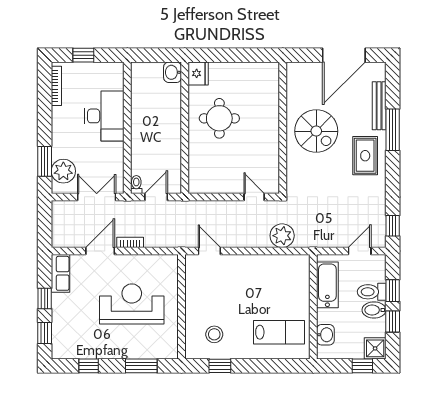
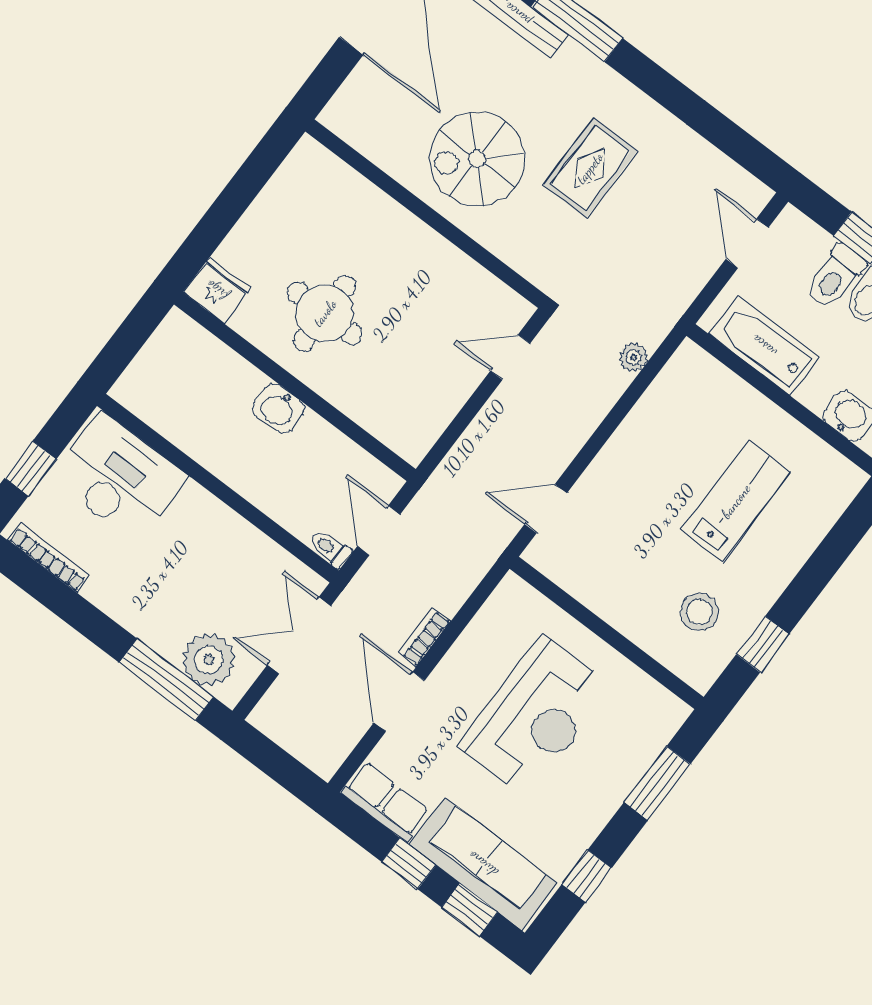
washbasin: (173, 72) -> (279, 408), moved
desk: (104, 116) -> (119, 478), moved
spiral stairs: (316, 131) -> (477, 159), turned 180
rug: (365, 156) -> (590, 168), moved, turned 90
window: (45, 161) -> (166, 680), width x1.44
window: (393, 226) -> (747, 151), removed
plant: (282, 236) -> (633, 357), width x0.53, depth x0.53
reception desk: (132, 304) -> (535, 717), turned 180
sofa: (65, 325) -> (483, 864), added
lab bench: (279, 332) -> (736, 501), moved

